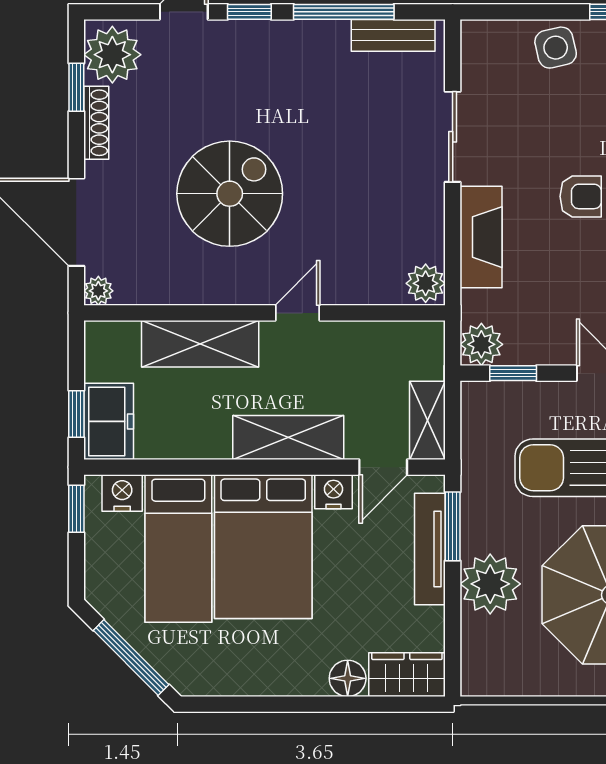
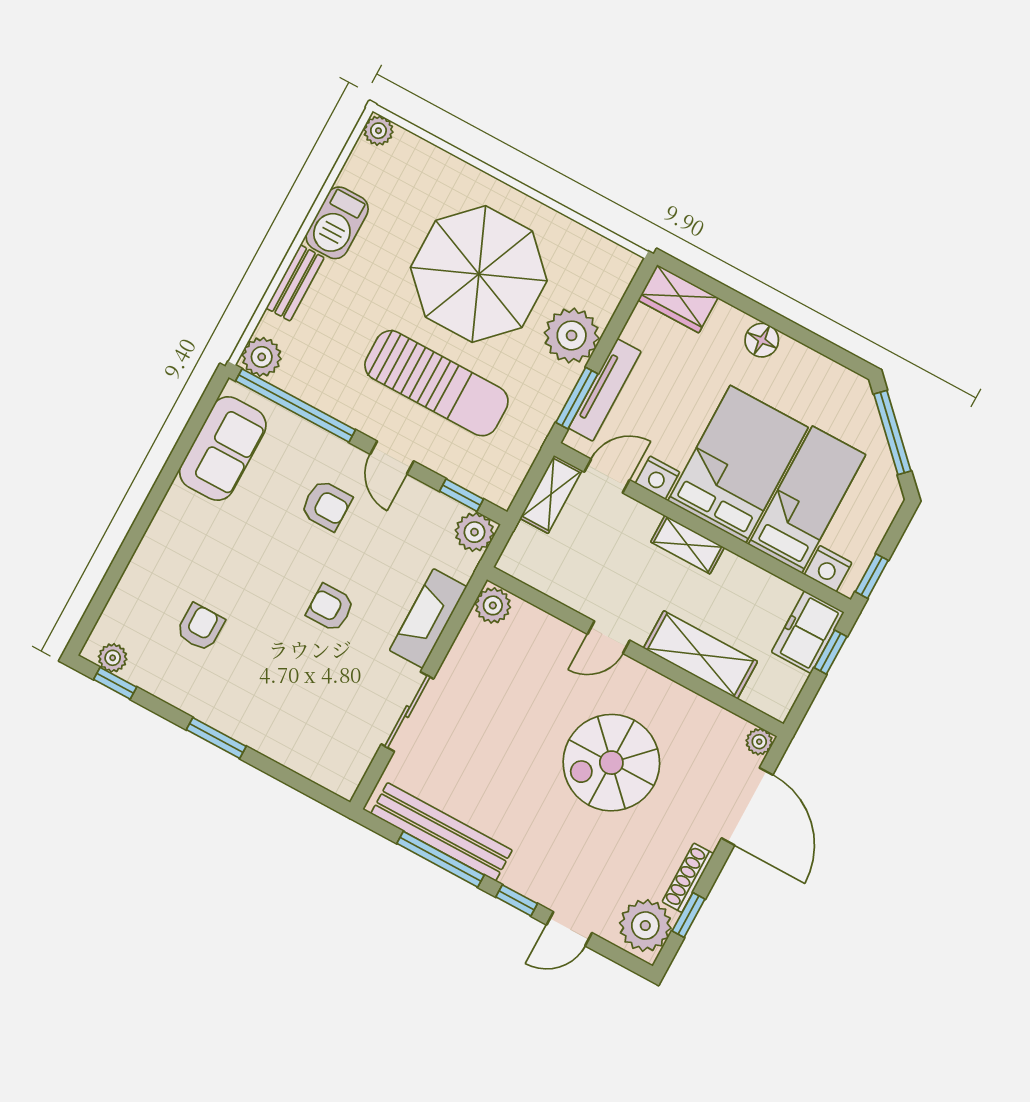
bench: (393, 35) -> (441, 832), width x1.86, depth x1.21
side table: (556, 48) -> (286, 738), removed
shelving: (288, 437) -> (688, 545), width x0.67, depth x0.75
floor lamp: (348, 678) -> (762, 340), moved

